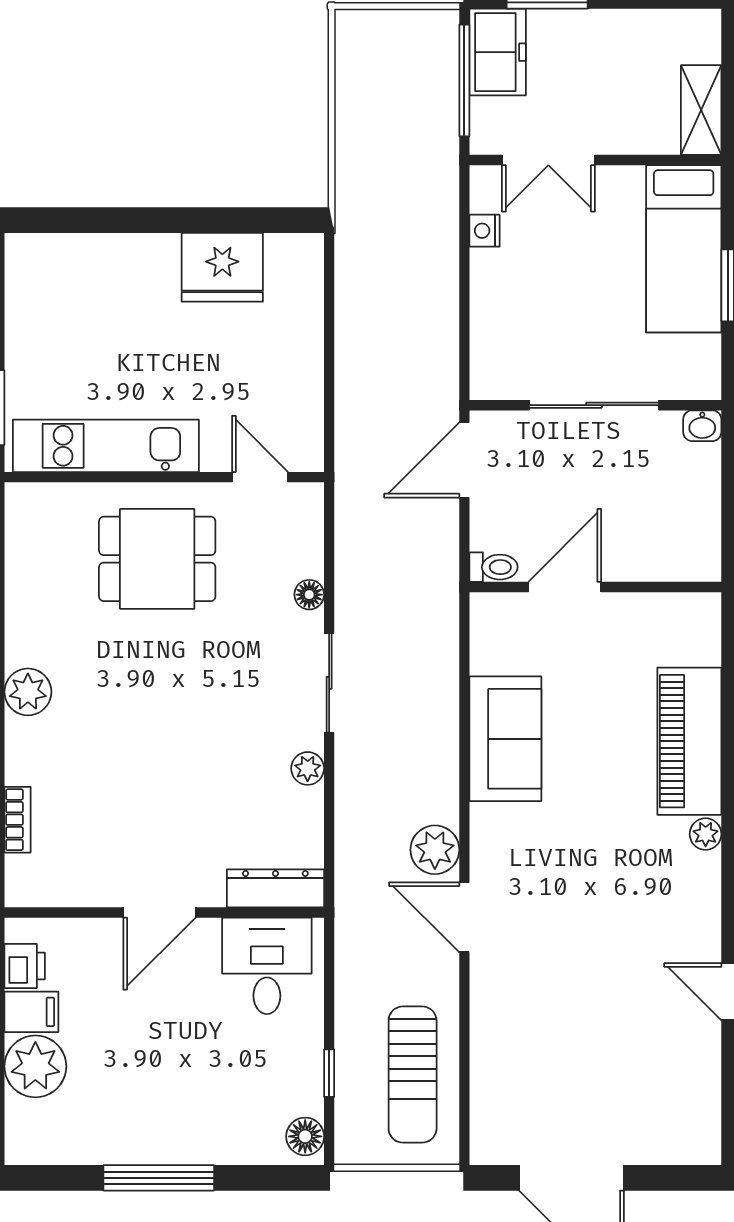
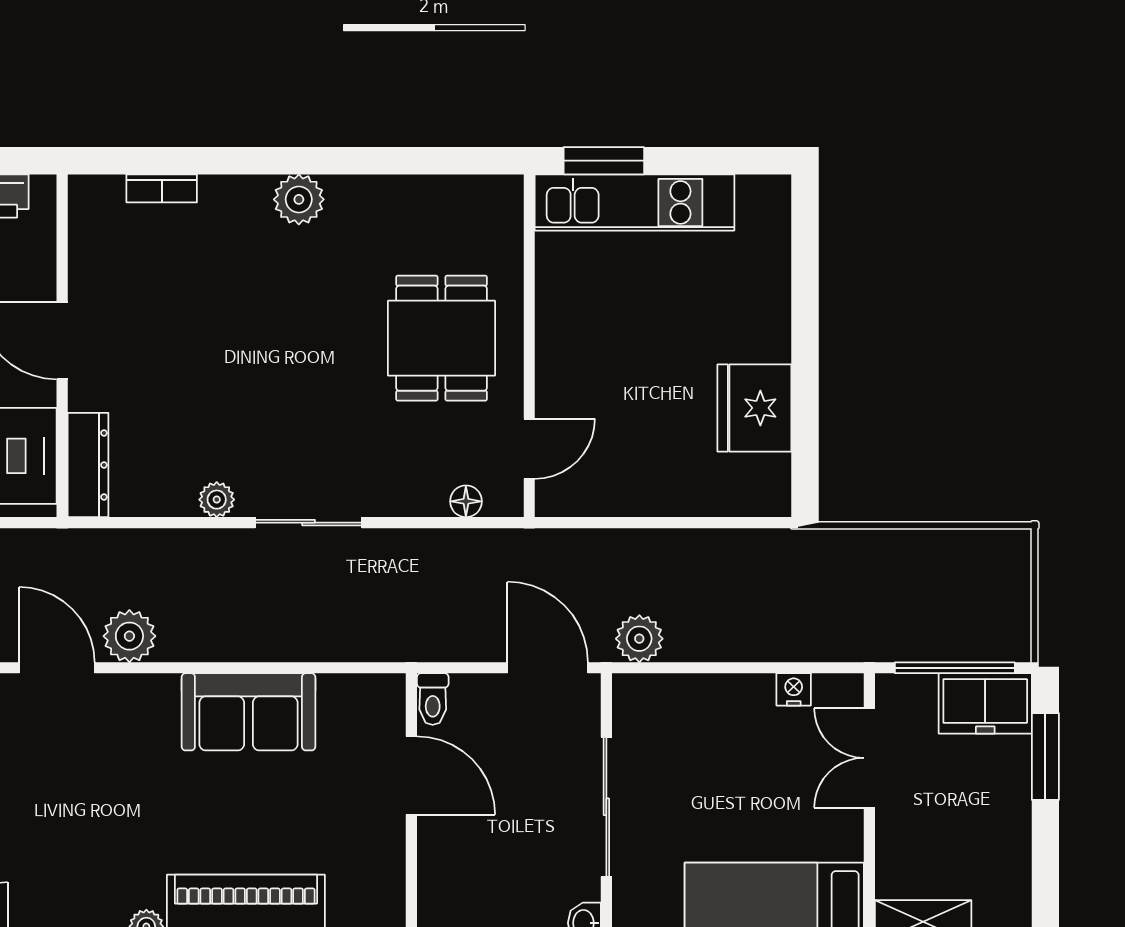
plant: (437, 375) -> (639, 639), added
kitchen unit: (106, 446) -> (635, 202), moved, turned 90
floor lamp: (309, 595) -> (466, 501), moved
door: (464, 917) -> (57, 668), hinge flipped

